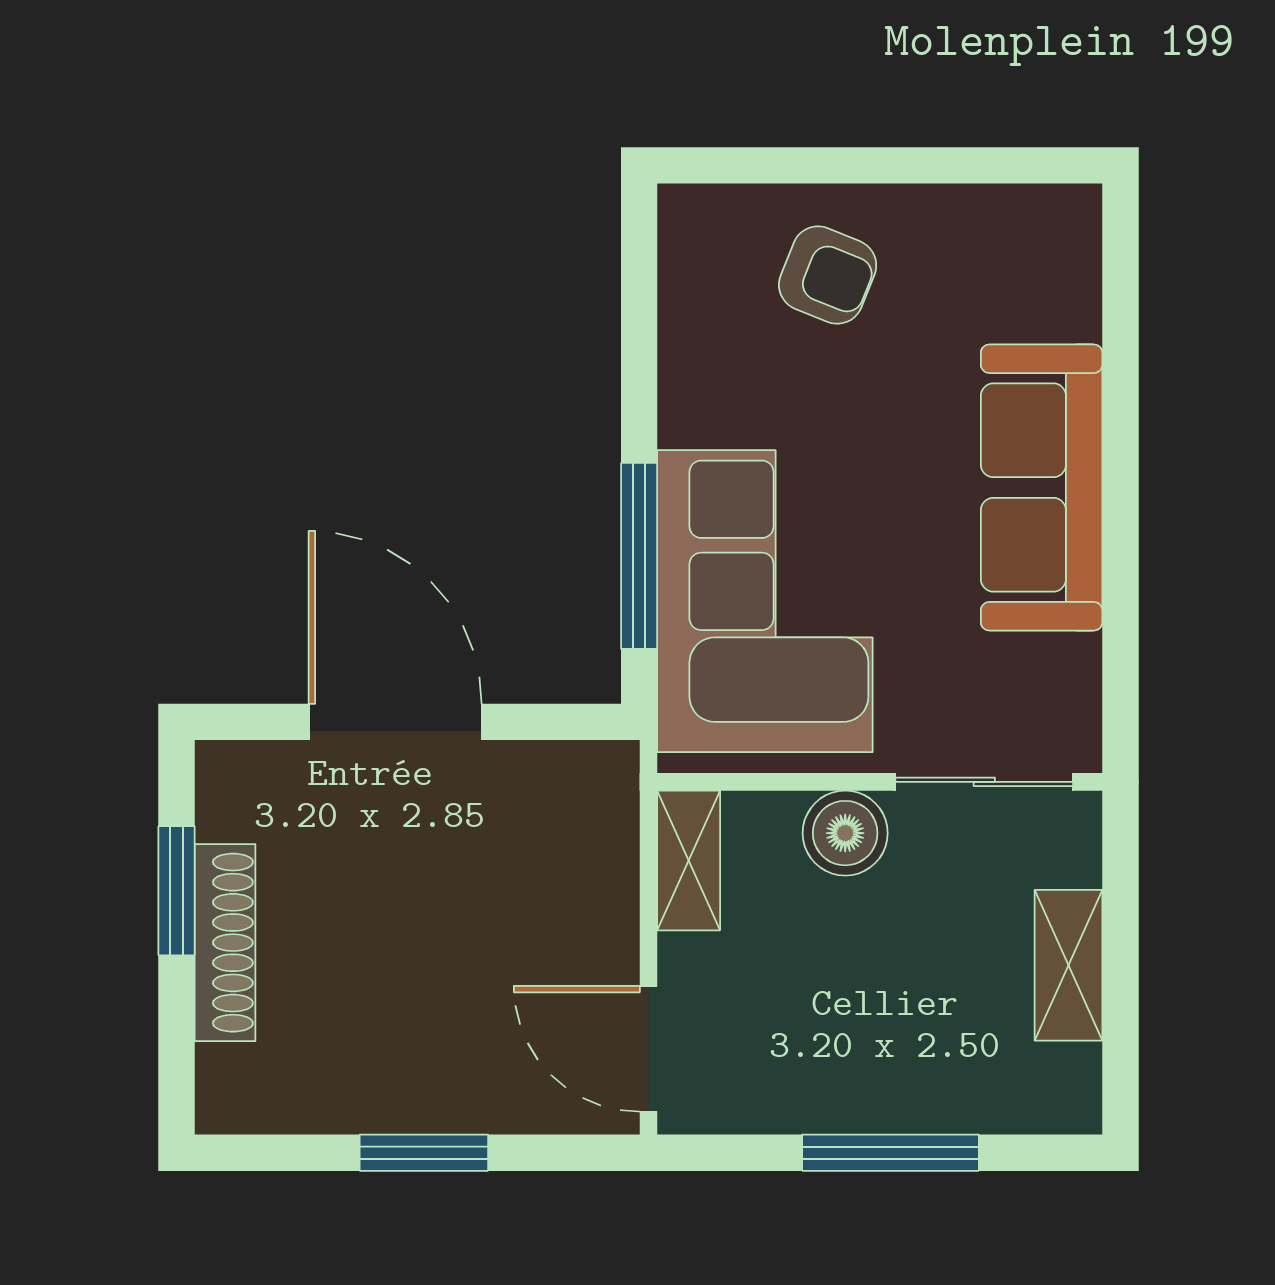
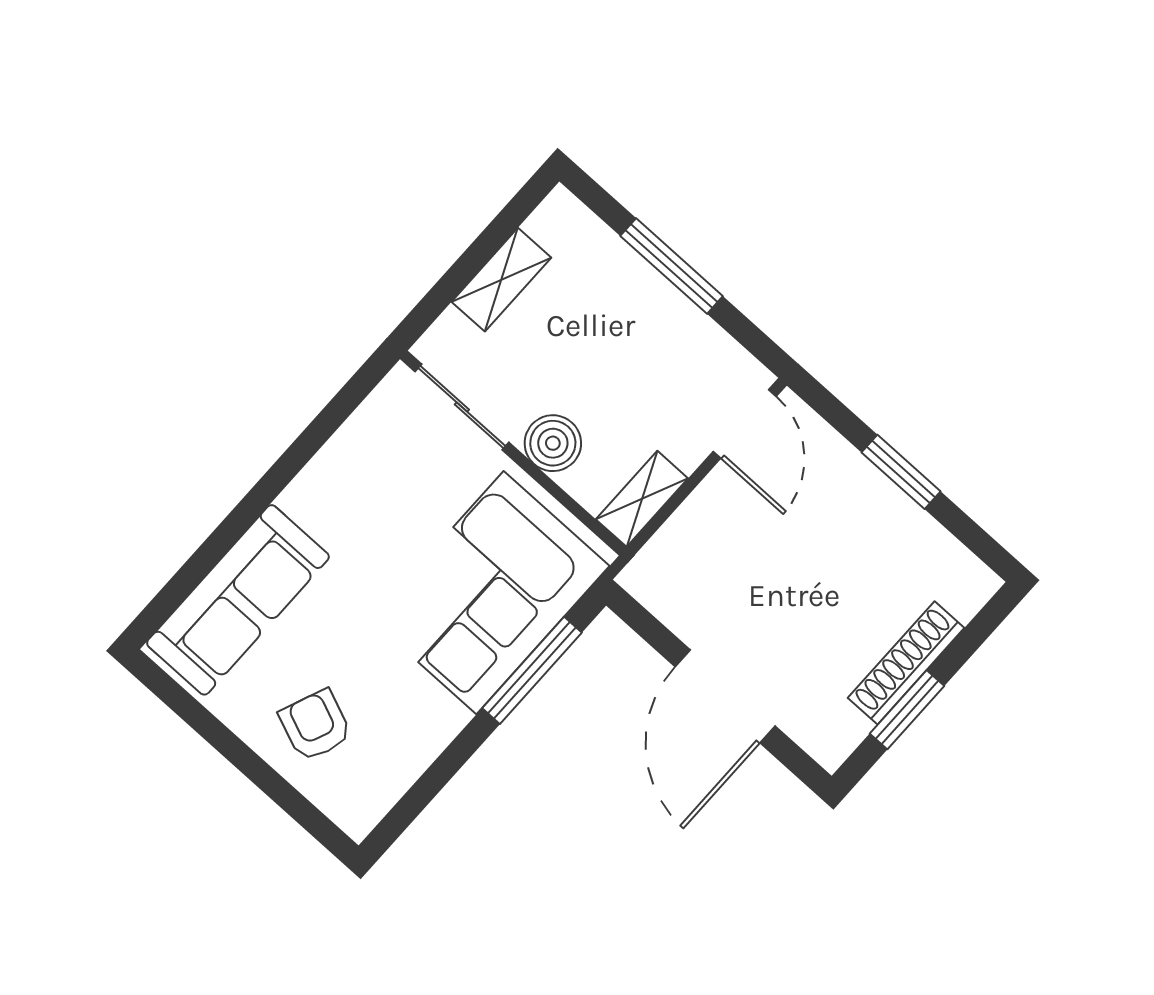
sofa: (1042, 487) -> (238, 600), moved

